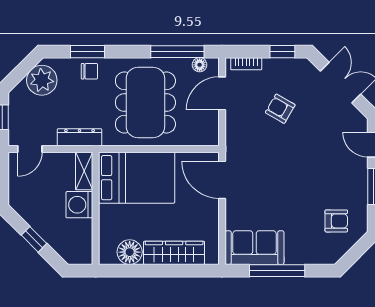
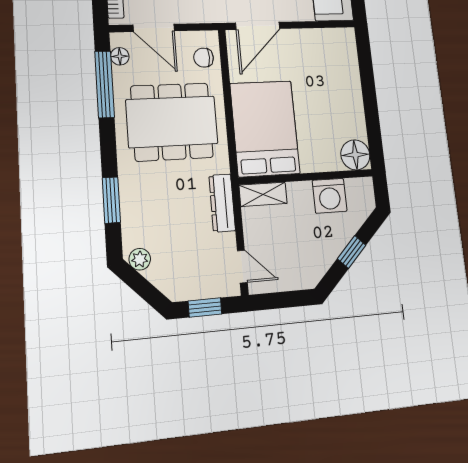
chair: (89, 71) -> (204, 58), moved, turned -90
plant: (42, 80) -> (140, 259), width x0.53, depth x0.53
washing machine: (79, 205) -> (330, 196), moved
floor lamp: (130, 252) -> (355, 155), moved
wardrobe: (174, 253) -> (347, 80), removed

